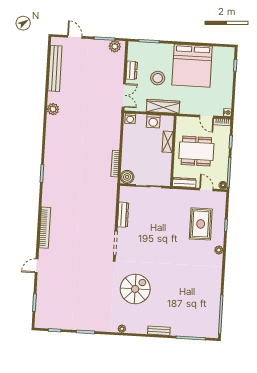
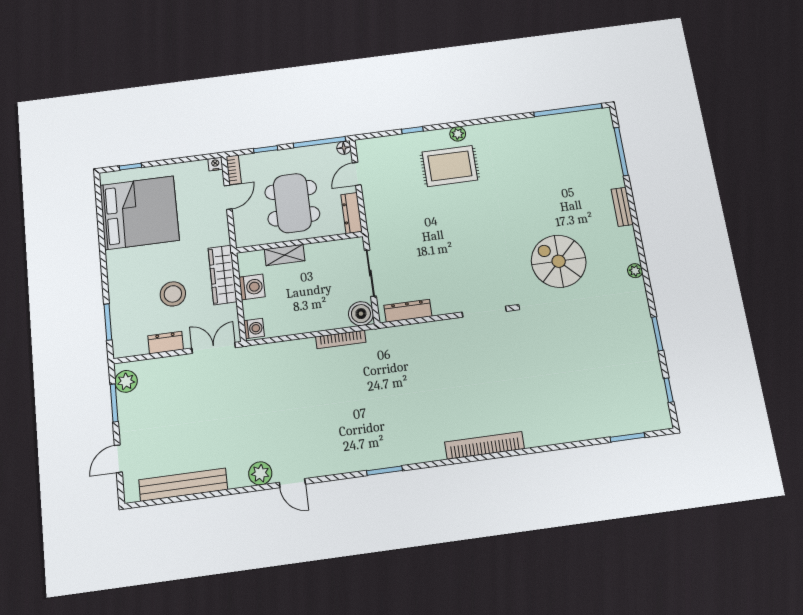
bed: (192, 66) -> (139, 213), moved
dresser: (123, 215) -> (408, 311), moved
rug: (201, 224) -> (450, 166), moved
door: (37, 266) -> (292, 483), moved

